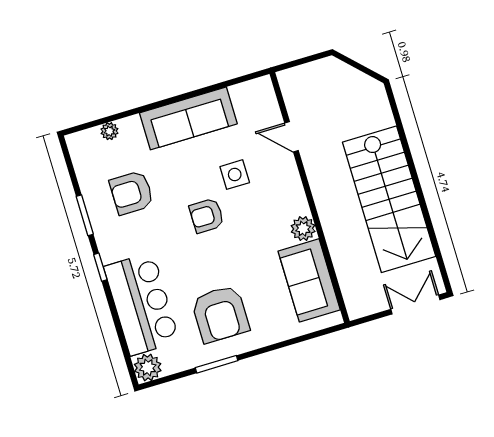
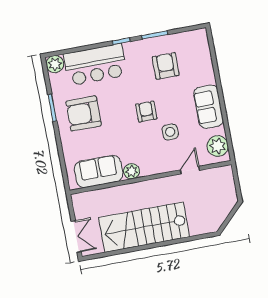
sofa: (188, 118) -> (209, 107), width x0.73
plant: (109, 131) -> (218, 146), moved, width x1.88, depth x1.88

